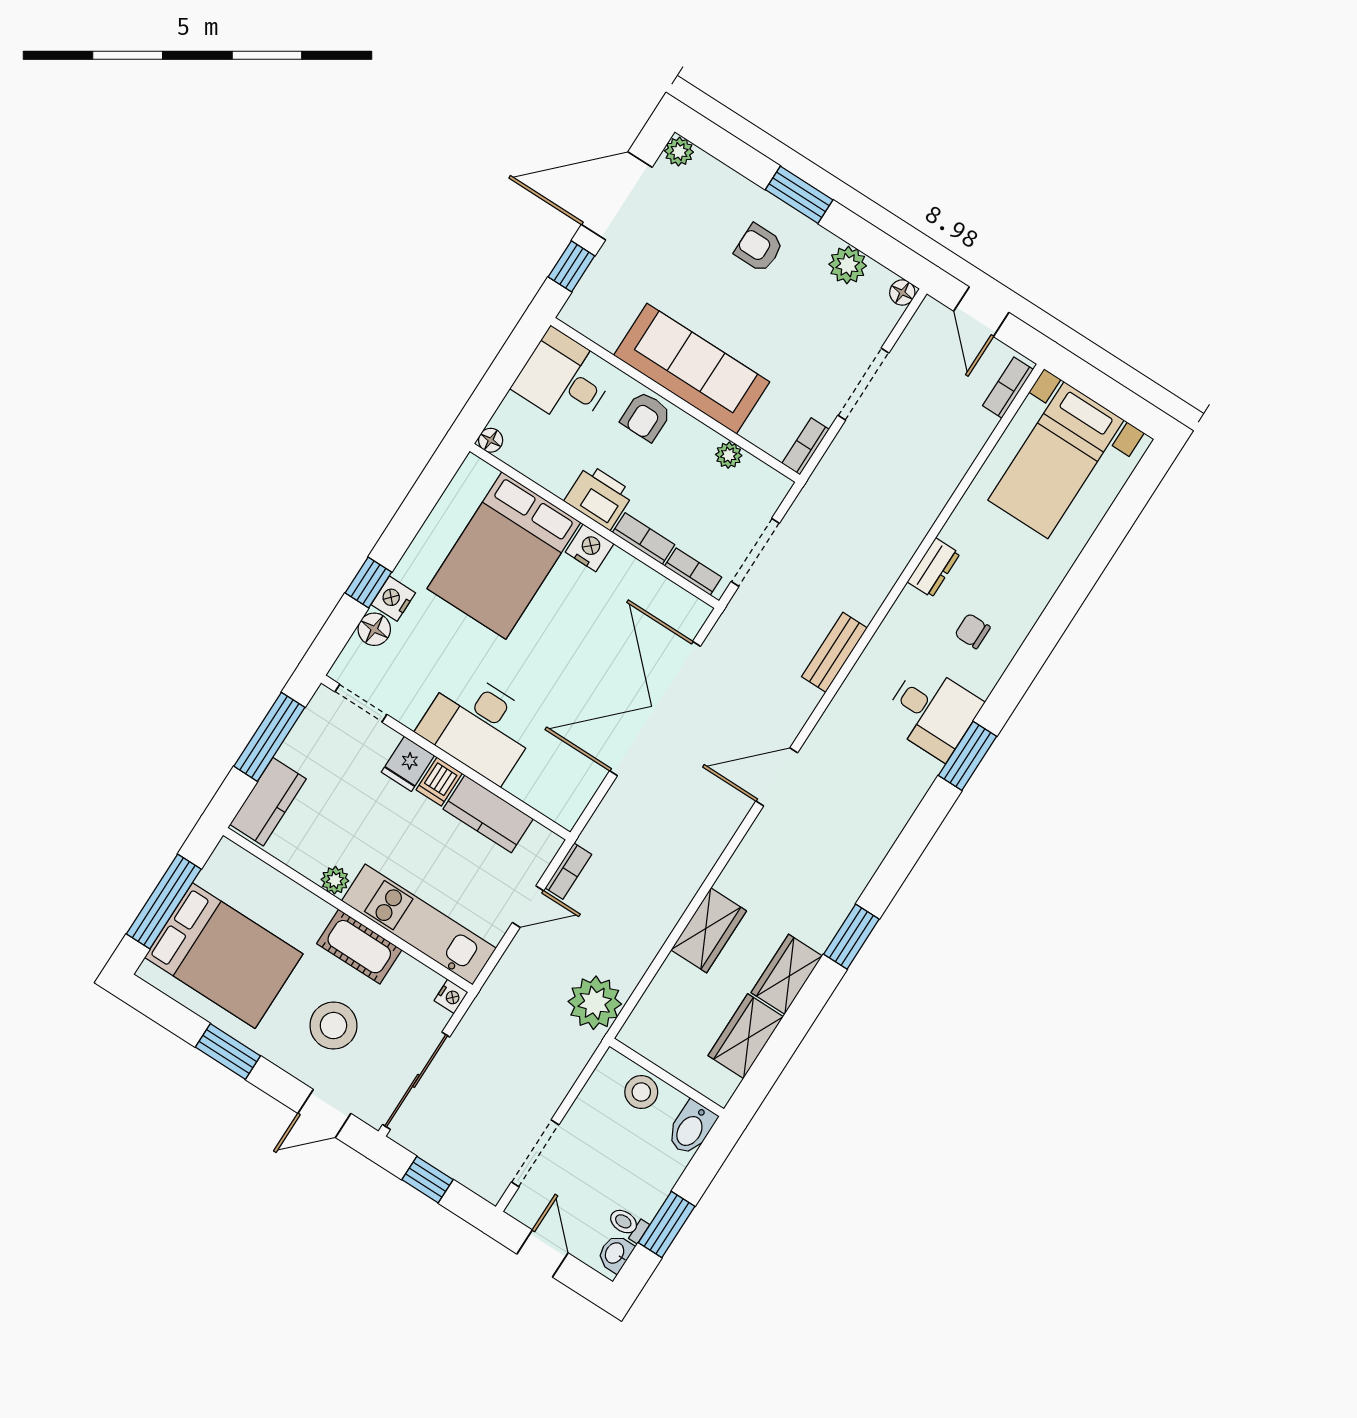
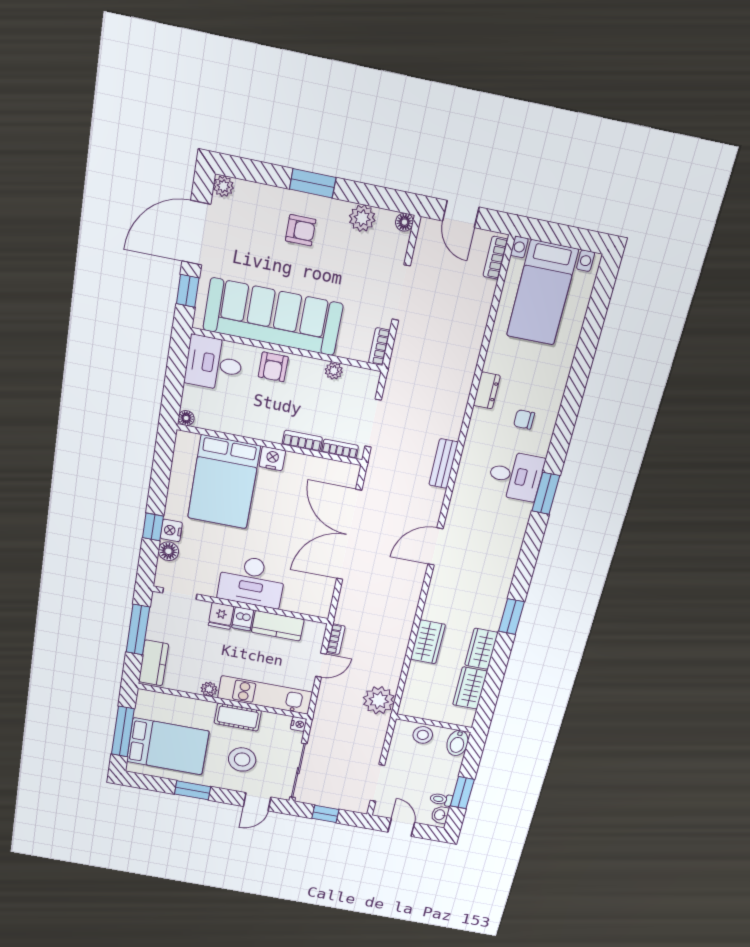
armchair: (759, 248) -> (301, 230), turned 180
sofa: (692, 369) -> (273, 317), width x1.36, depth x1.27
printer: (599, 497) -> (265, 426), removed

